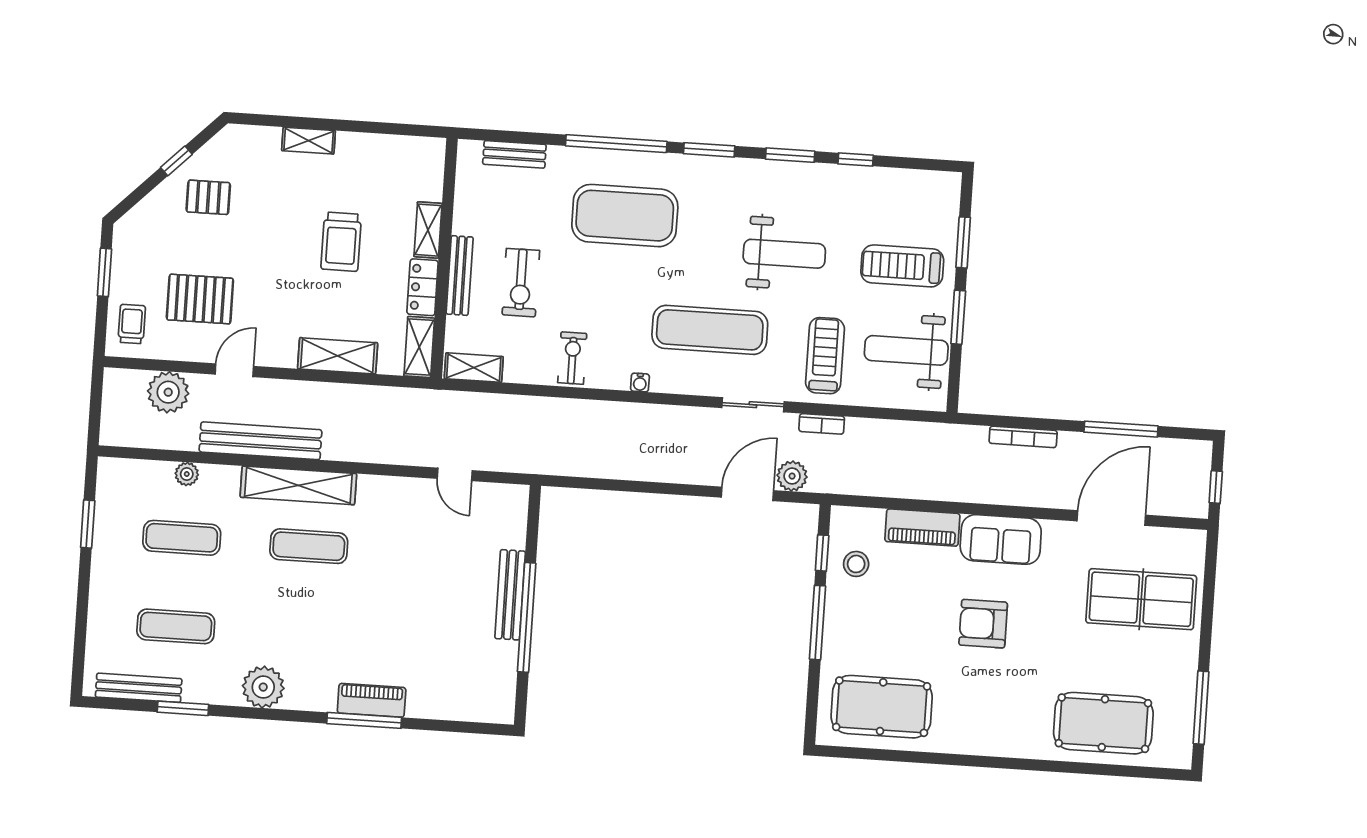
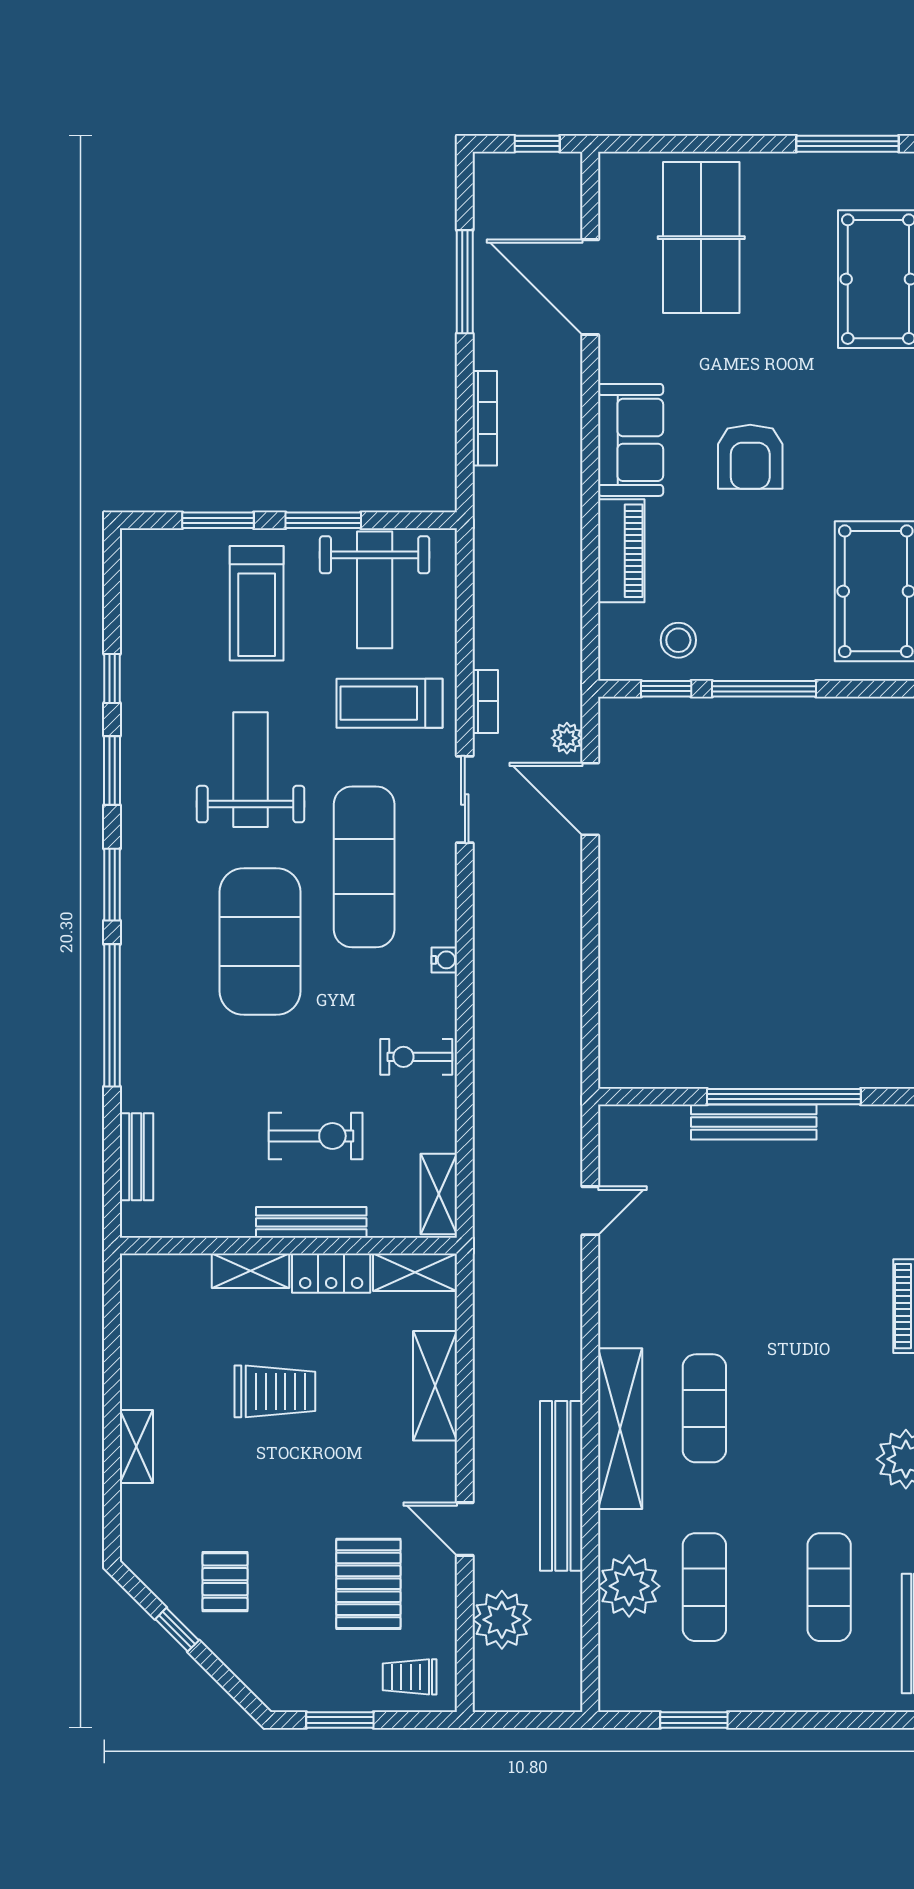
exercise mat: (625, 216) -> (260, 942), moved
plant: (187, 474) -> (629, 1586), width x1.87, depth x1.87
plant: (792, 476) -> (567, 738), width x0.73, depth x0.73

